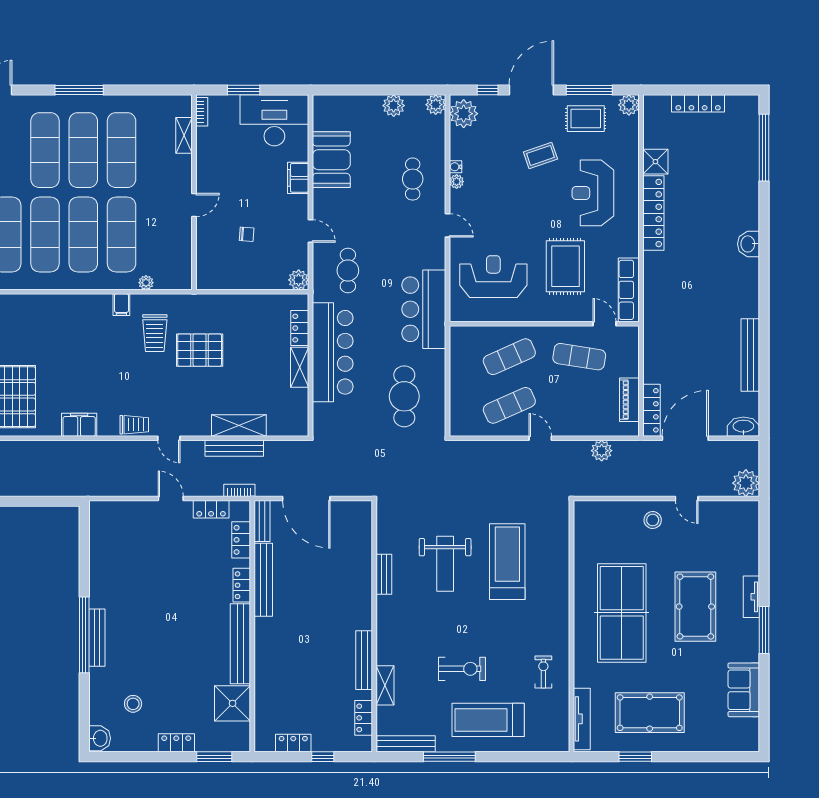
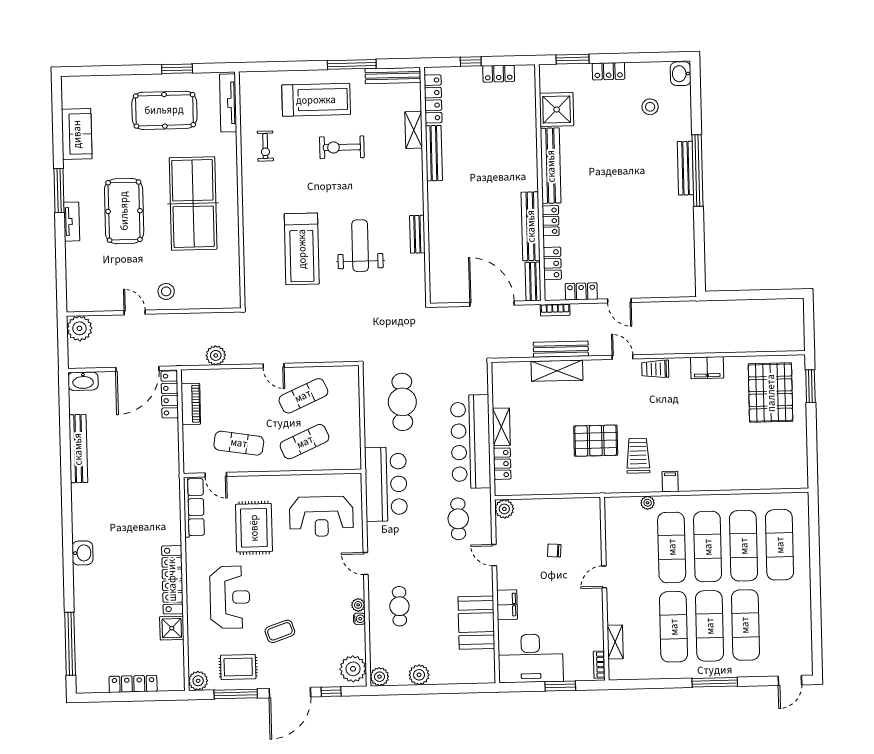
locker: (364, 718) -> (433, 99), width x1.53

